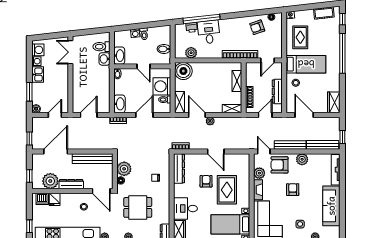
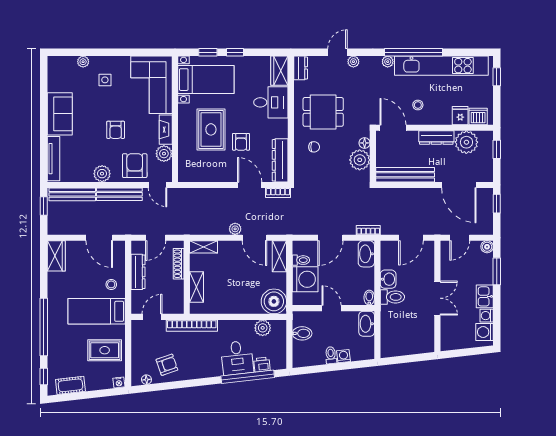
rug: (300, 37) -> (105, 350), turned 90
toilet: (102, 47) -> (392, 297), moved
double door: (70, 52) -> (437, 298), moved
washbasin: (104, 59) -> (388, 279), moved
door: (56, 151) -> (459, 185), hinge flipped
door: (216, 151) -> (250, 185), moved
armchair: (279, 165) -> (135, 166), turned -90
sofa: (331, 206) -> (60, 114), width x0.73
dining table: (138, 207) -> (323, 112), moved

